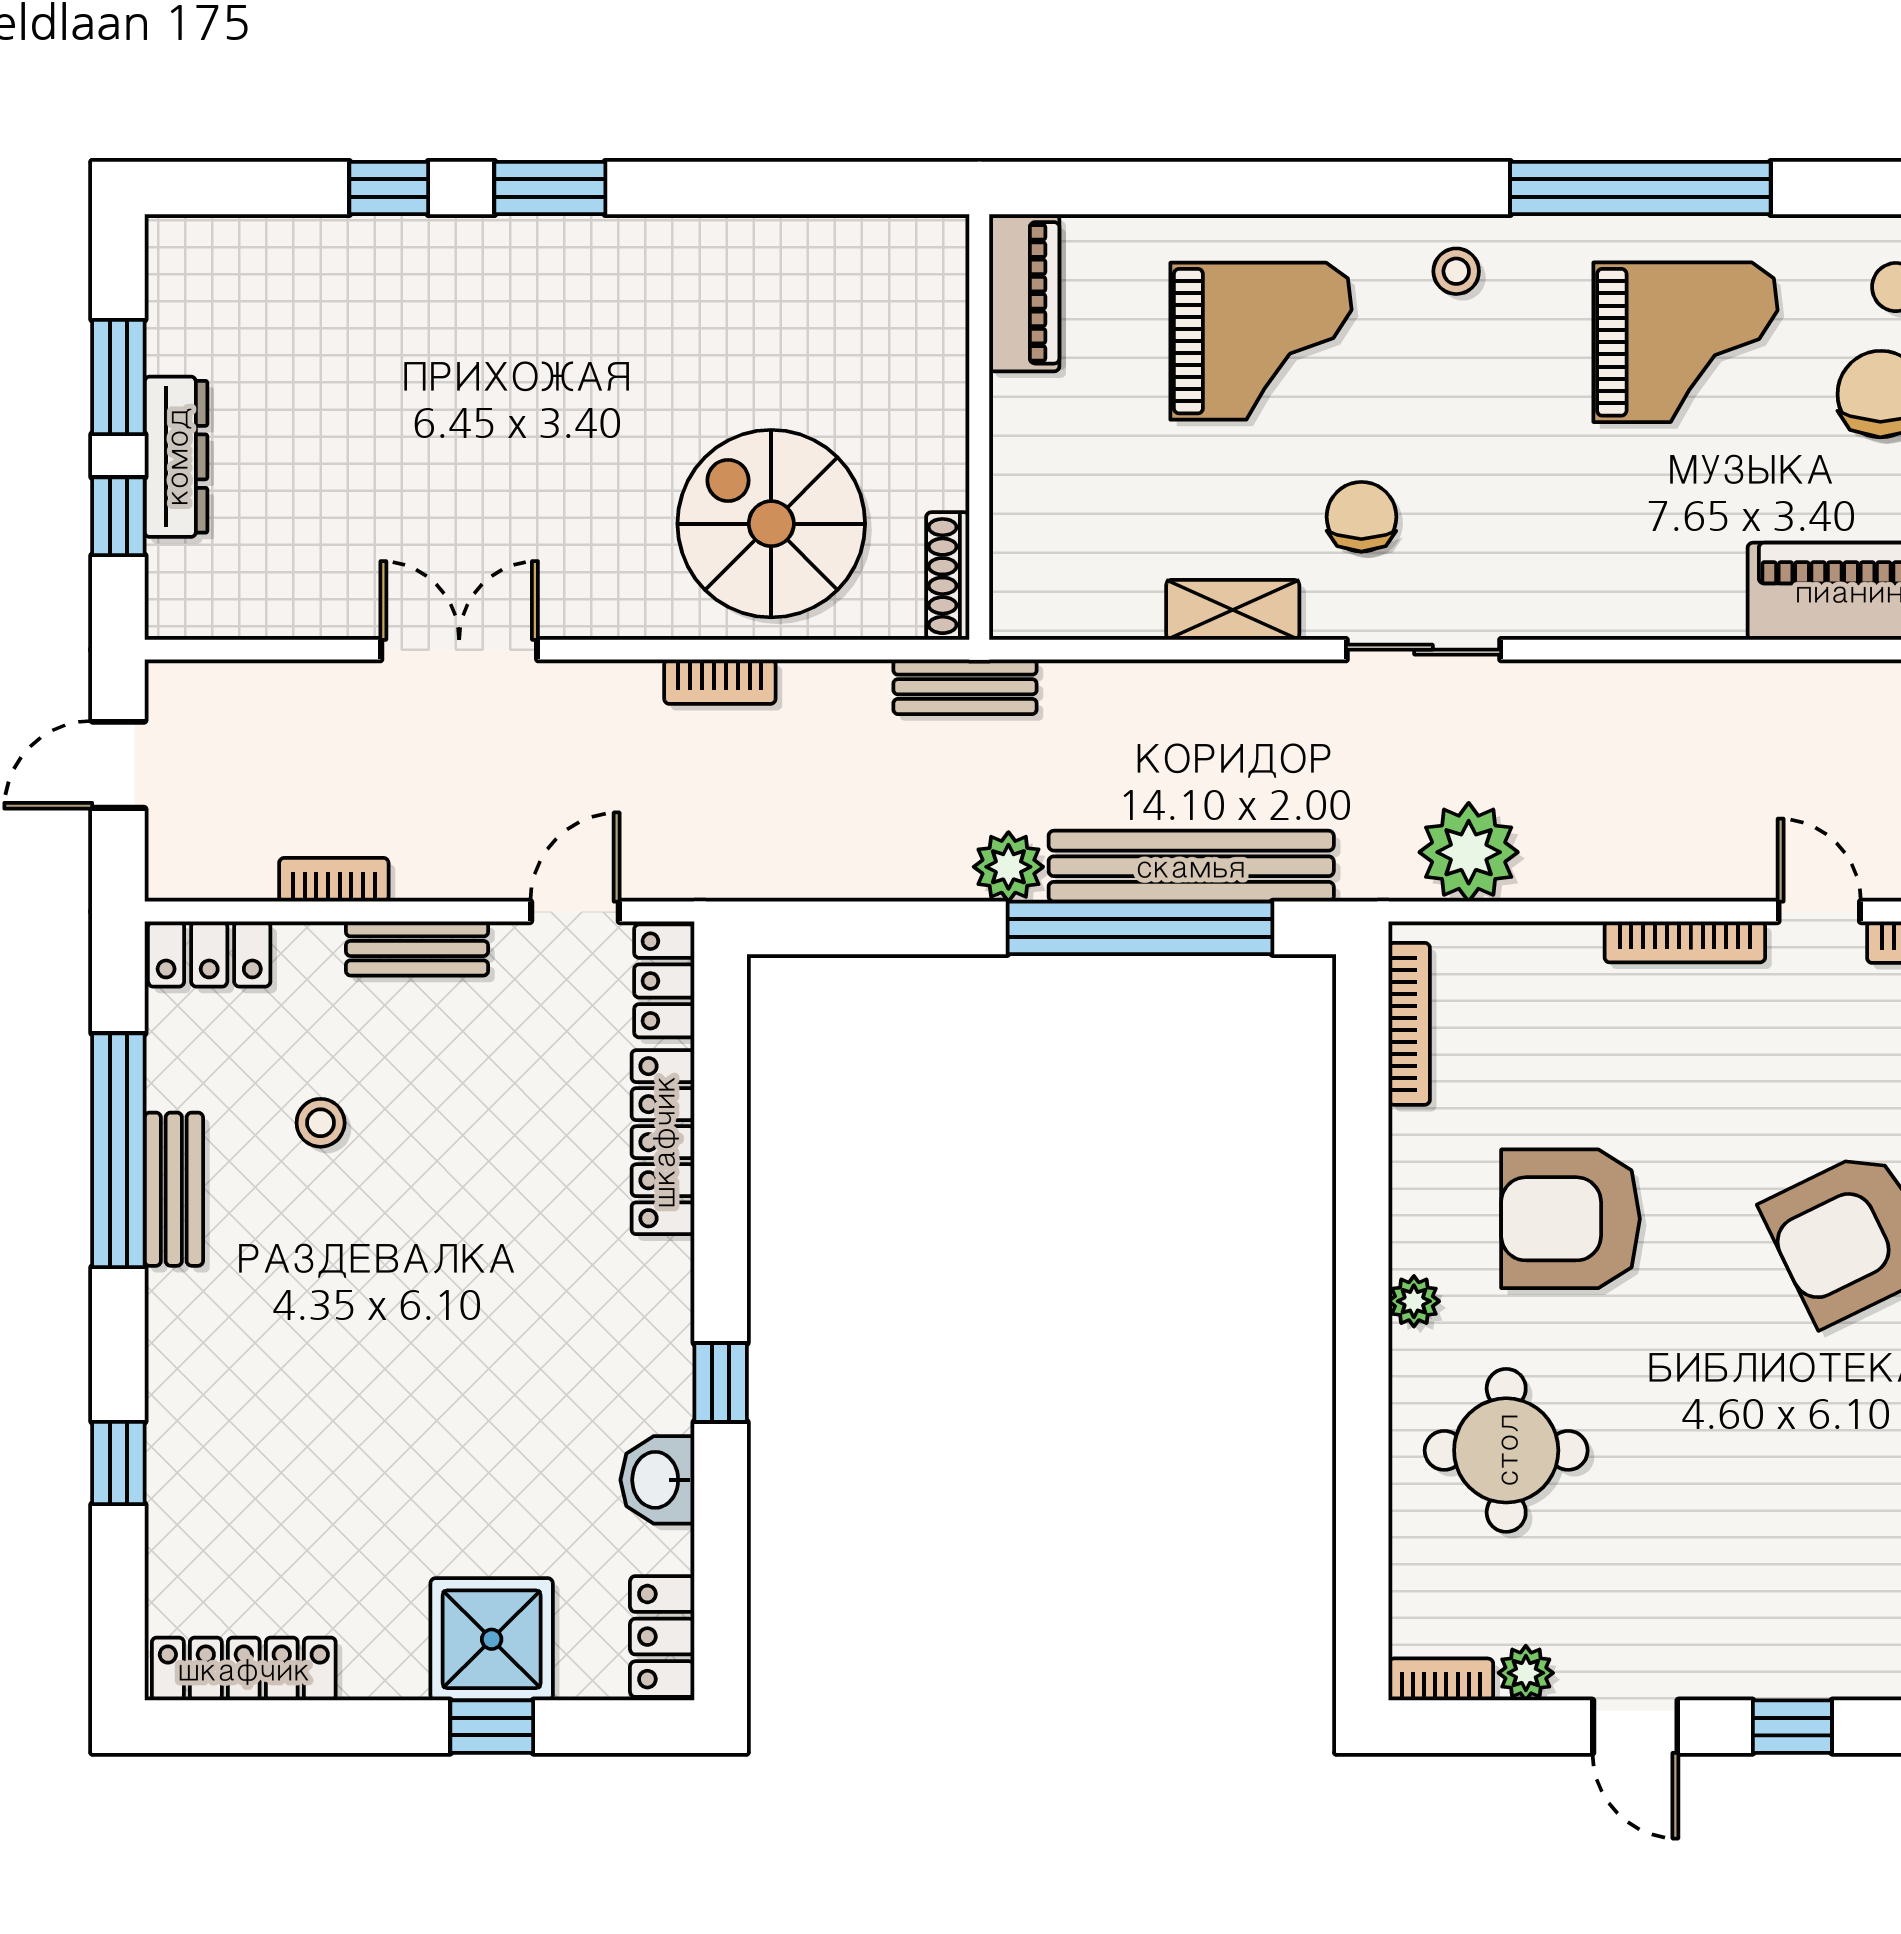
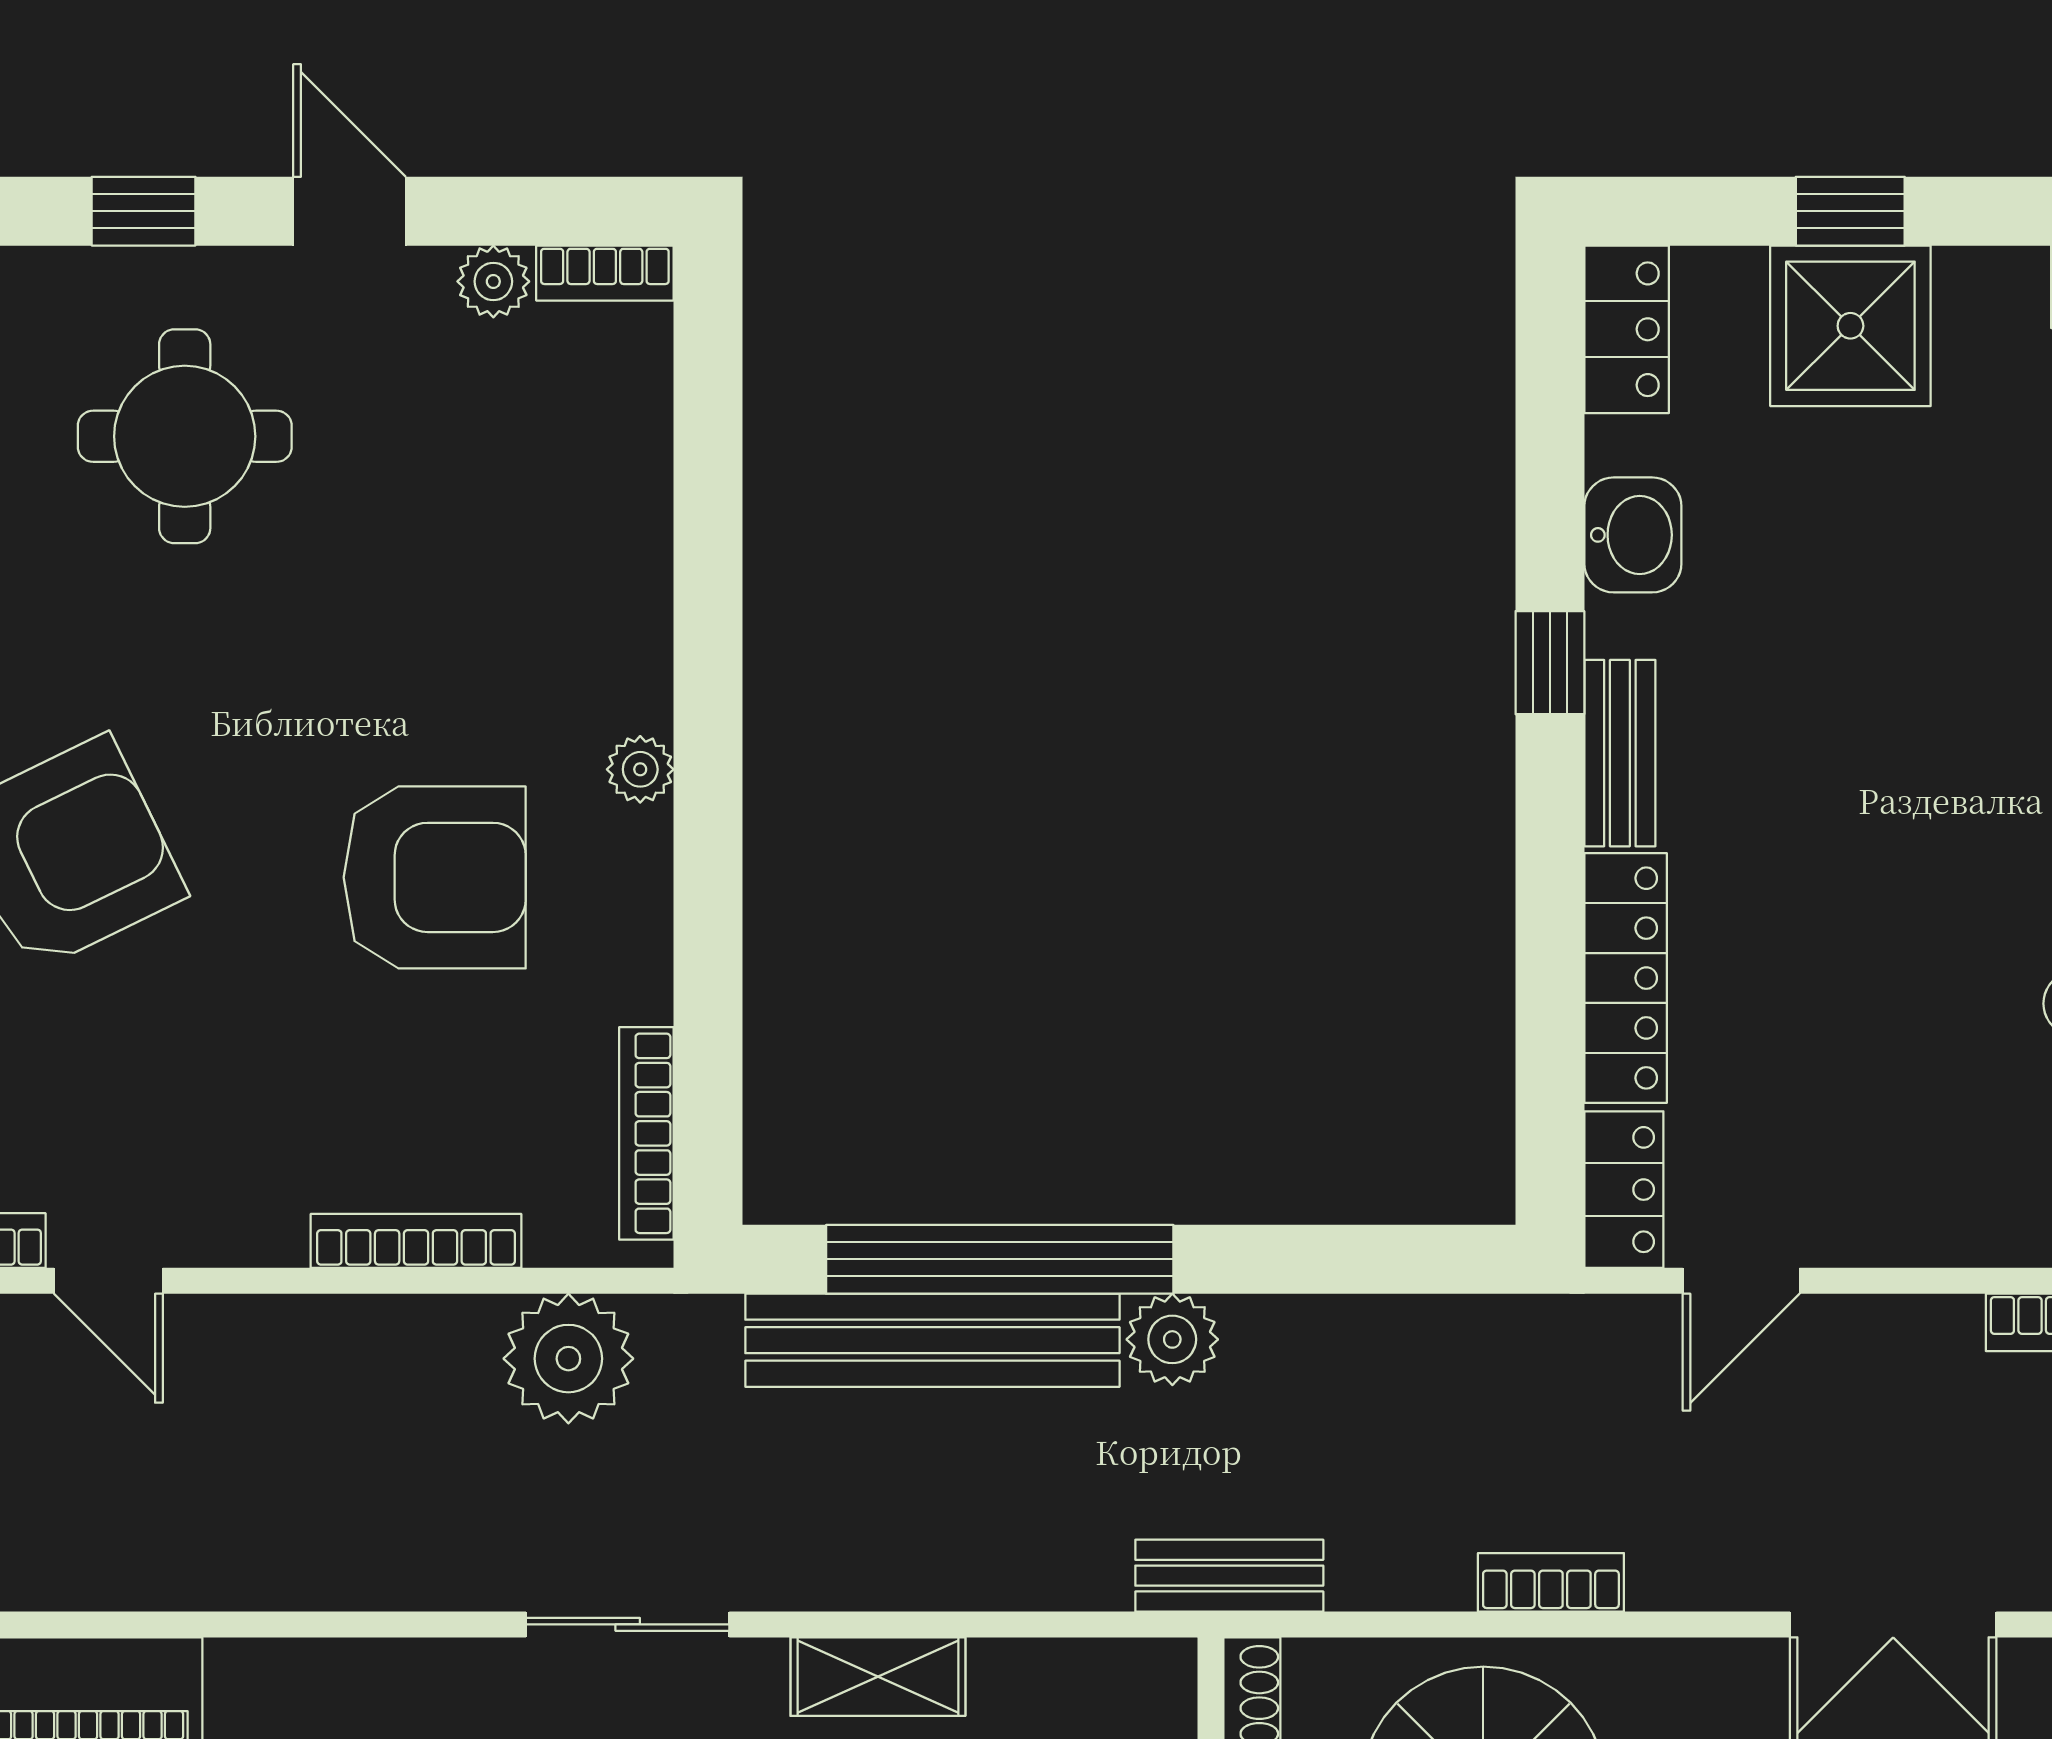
bookcase: (1685, 942) -> (416, 1241), moved
bench: (417, 948) -> (1620, 753), moved, turned 90
round table: (1506, 1450) -> (185, 436), moved

